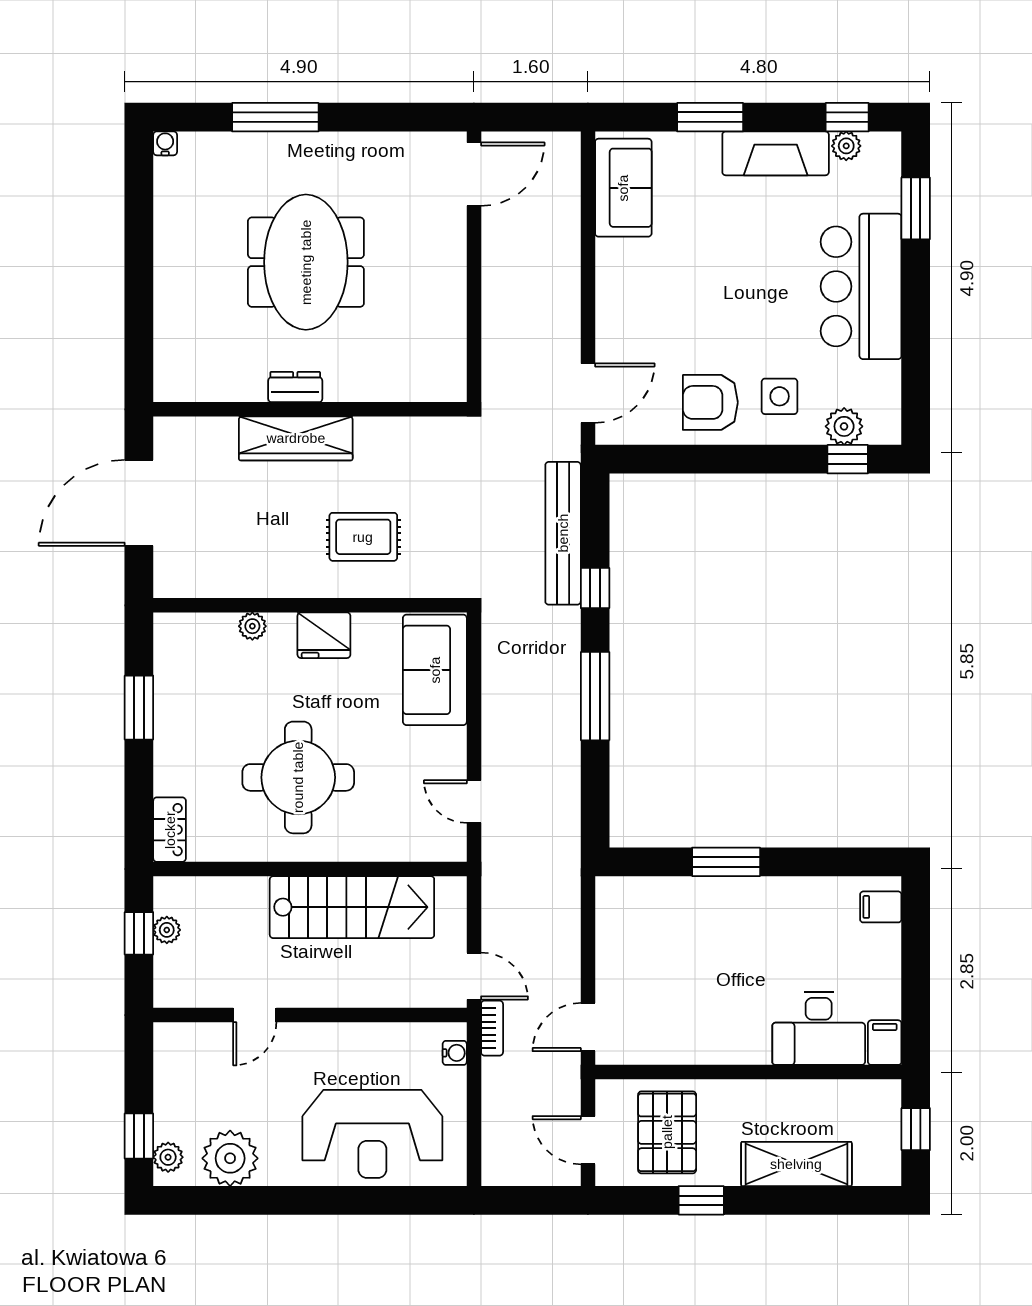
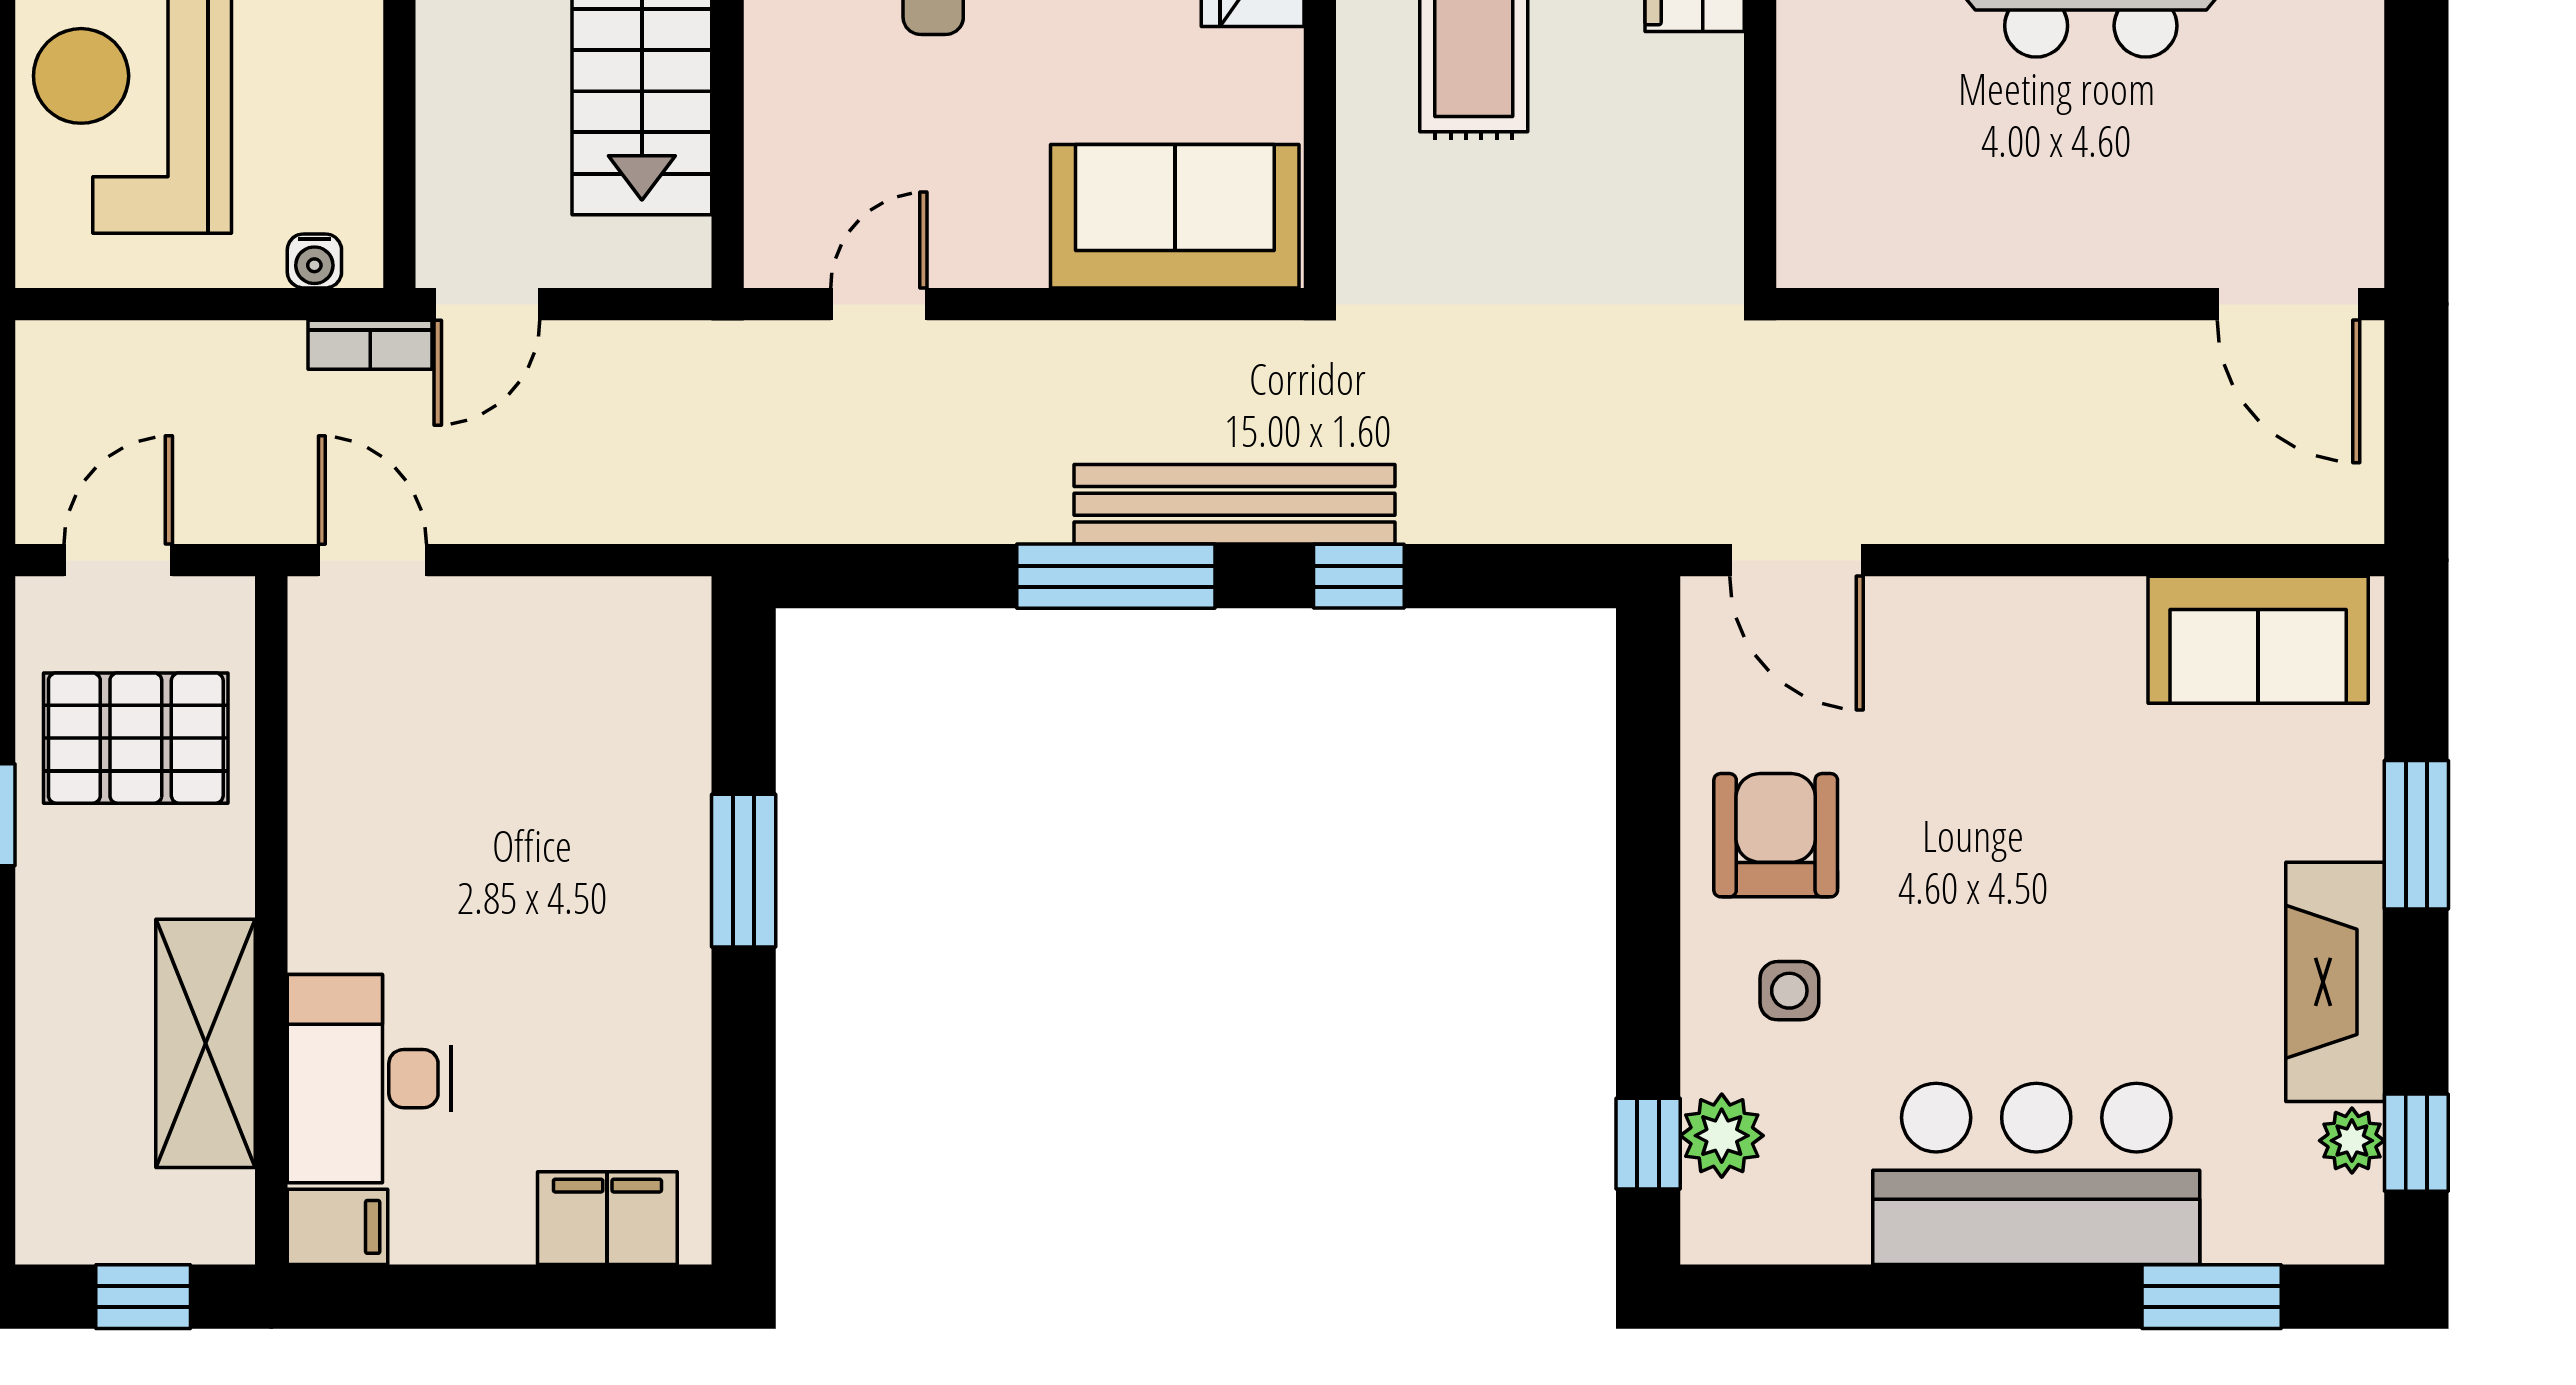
side table: (780, 396) -> (1789, 991), width x0.73, depth x0.73
bench: (563, 533) -> (1234, 504), moved
filing cabinet: (881, 907) -> (607, 1218), width x2.00
shelving: (796, 1164) -> (206, 1043), moved

